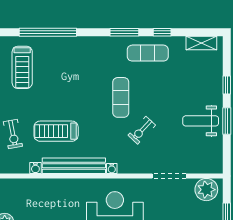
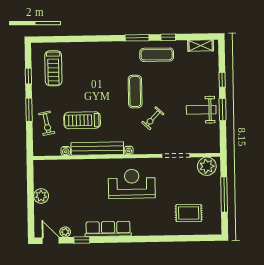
window: (48, 32) -> (74, 39), removed

